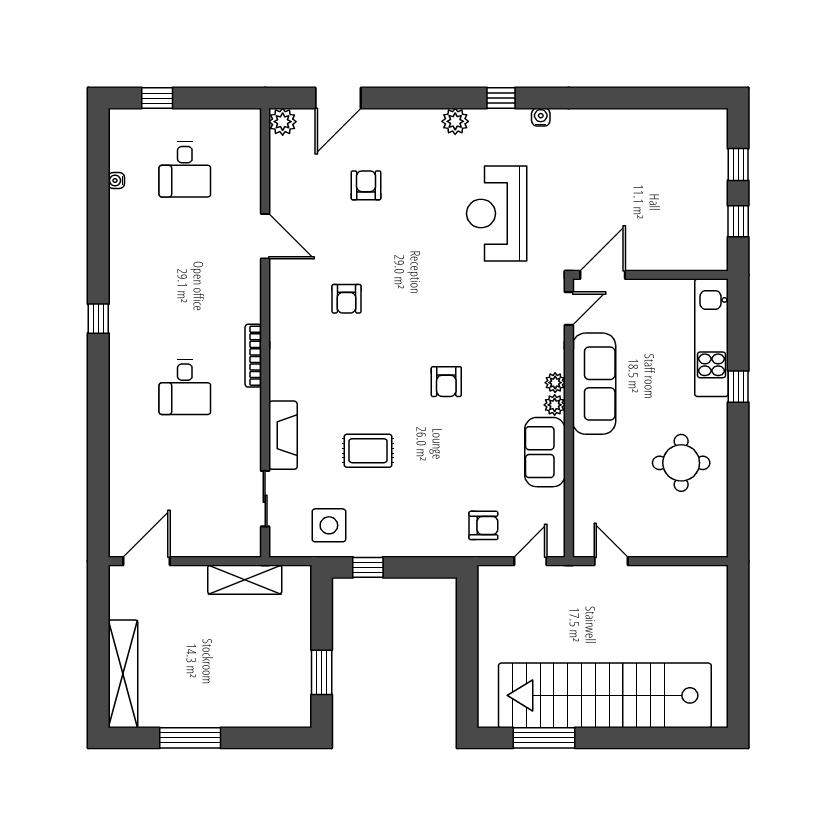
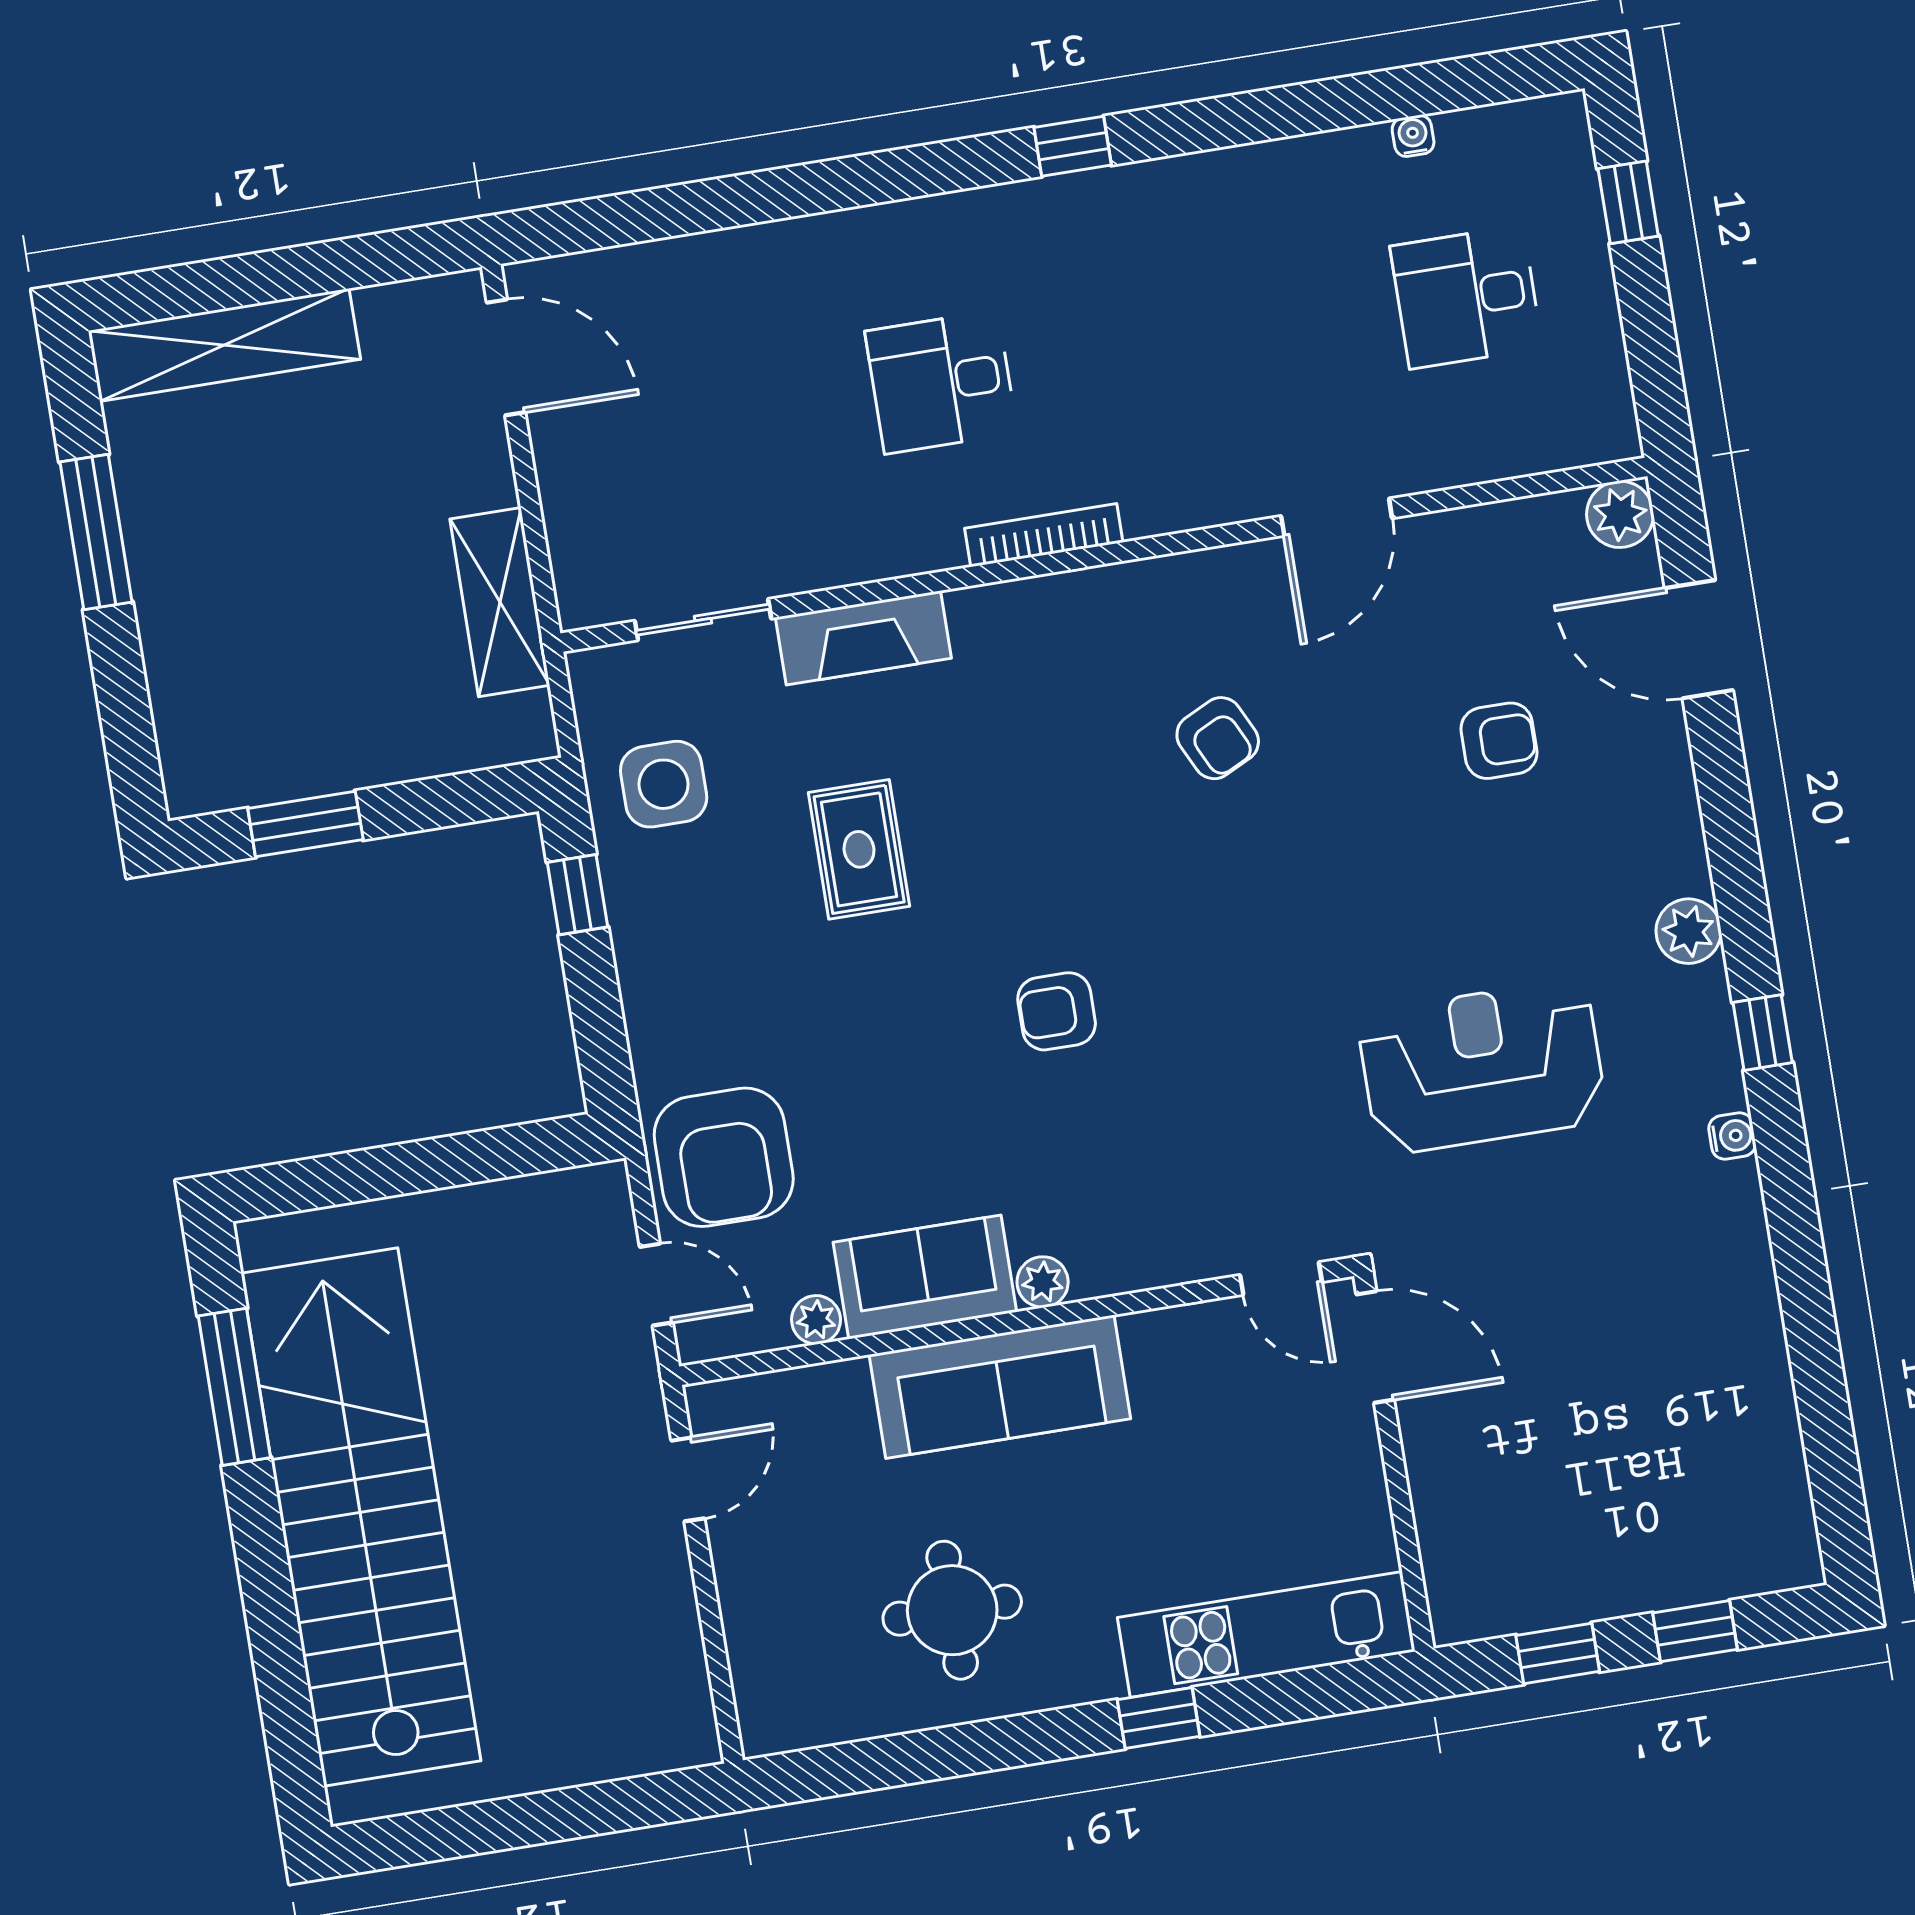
armchair: (347, 299) -> (1218, 738), turned -116
plant: (555, 383) -> (816, 1320), moved
sofa: (594, 384) -> (1000, 1387), moved
armchair: (483, 525) -> (724, 1157), width x1.88, depth x1.88

